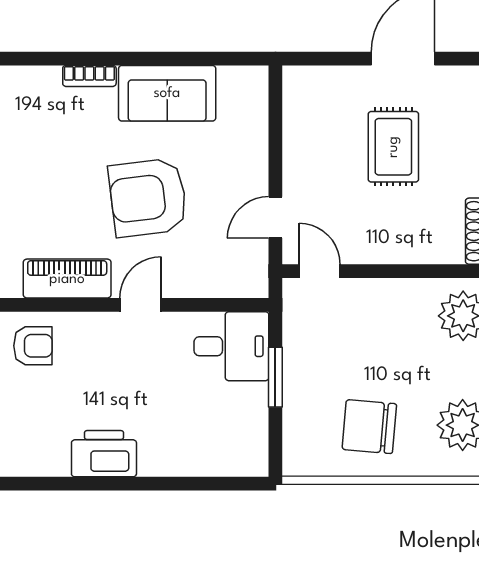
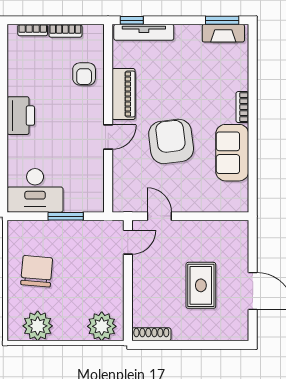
rug: (393, 147) -> (201, 285), turned 90
door: (141, 305) -> (108, 137), hinge flipped
desk: (231, 346) -> (35, 190), moved, width x1.37

